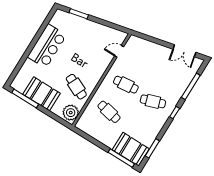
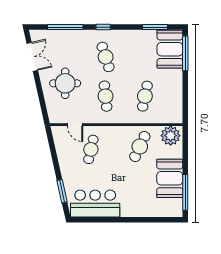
bar counter: (47, 46) -> (95, 204), moved
cafe table: (95, 52) -> (91, 149), added
round table: (152, 62) -> (65, 83), added

